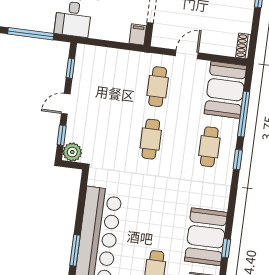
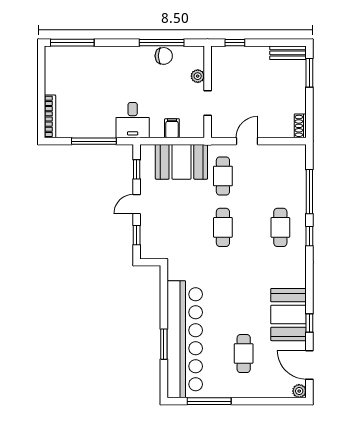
filing cabinet: (138, 34) -> (172, 128), moved
booth: (225, 90) -> (181, 162), moved, turned 90
plant: (72, 152) -> (149, 250), removed

